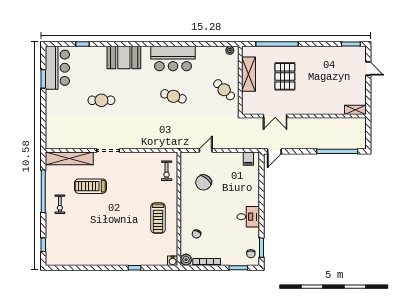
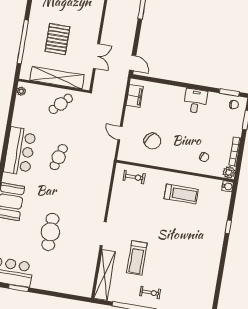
shelving: (248, 74) -> (57, 78), width x1.47
pallet: (285, 76) -> (57, 39), turned 90
cafe table: (101, 100) -> (50, 232), width x1.37, depth x1.35
filing cabinet: (248, 159) -> (135, 96), width x2.00

